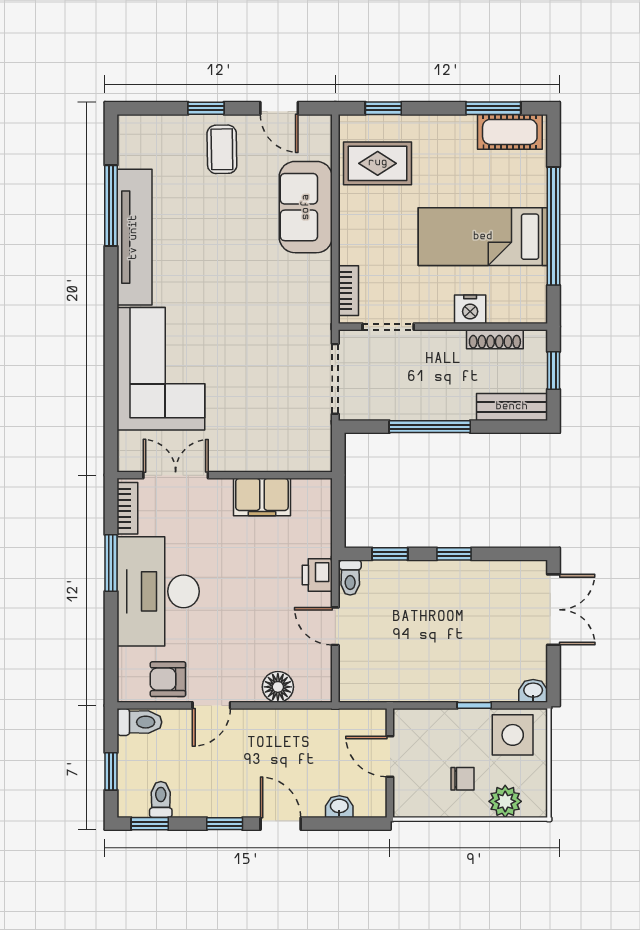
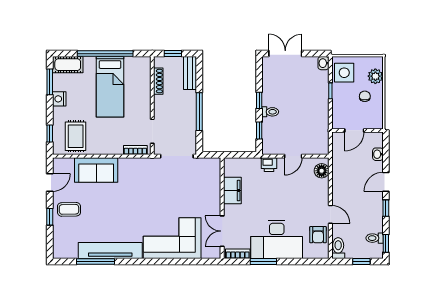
cot: (510, 132) -> (68, 65), moved, turned 90
nightstand: (470, 309) -> (59, 99), moved, turned 180
toilet: (350, 578) -> (270, 112), moved
floor lamp: (278, 687) -> (322, 171), moved

